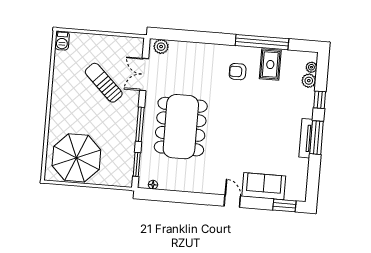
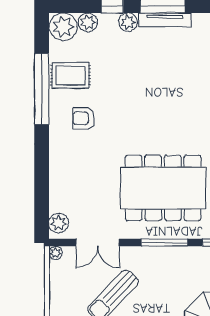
plant: (139, 42) -> (55, 253), added
plant: (311, 67) -> (63, 27), width x1.87, depth x1.87
armchair: (238, 72) -> (84, 118), turned 90
plant: (306, 111) -> (128, 22), added

